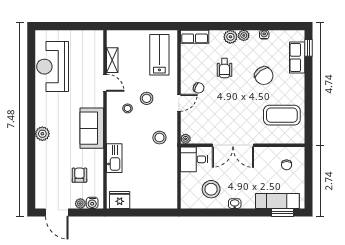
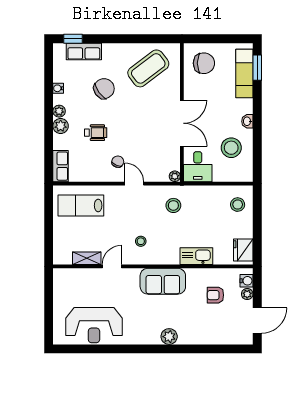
stool: (147, 98) -> (238, 205), moved
coffee table: (282, 115) -> (148, 68), turned 53
chair: (287, 165) -> (204, 63), width x1.87, depth x1.87

